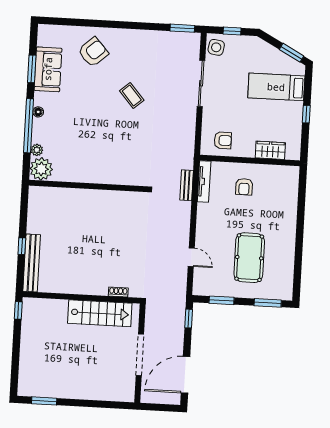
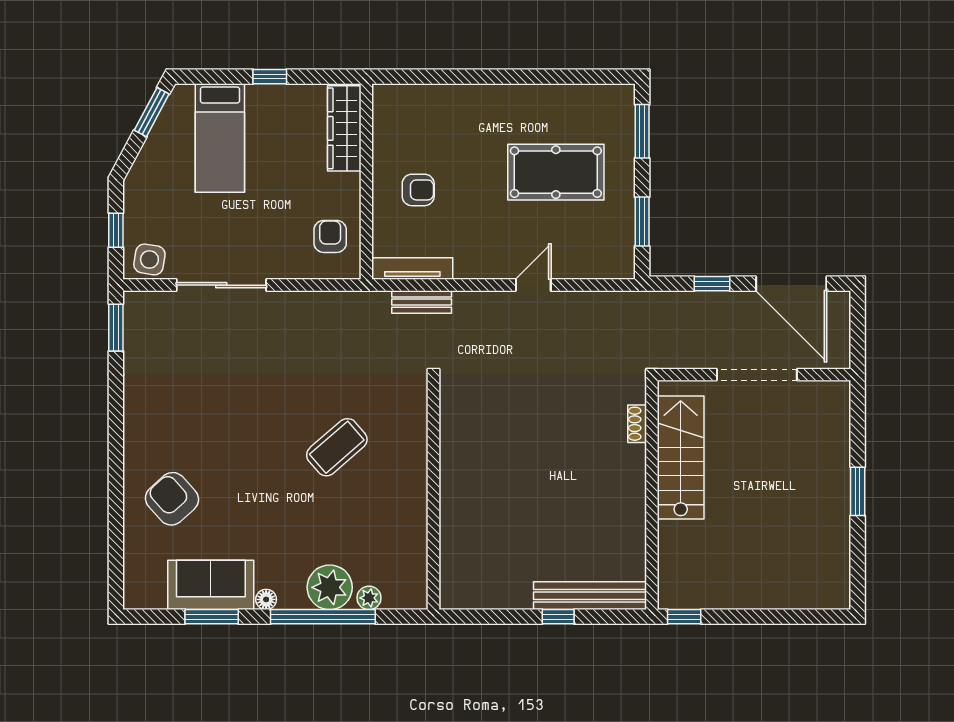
coffee table: (132, 95) -> (337, 447), moved, width x1.36, depth x1.30
floor lamp: (38, 112) -> (266, 599), moved
wardrobe: (270, 150) -> (344, 128), width x1.50
plant: (41, 169) -> (330, 587), moved
door: (191, 257) -> (533, 285), moved
window: (189, 319) -> (712, 284), moved
window: (44, 401) -> (858, 491), moved

